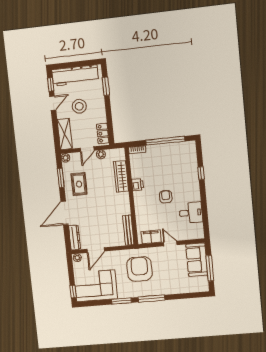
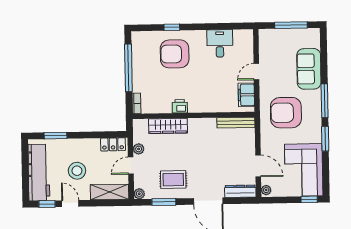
door: (87, 149) -> (131, 166), swing flipped
armchair: (166, 197) -> (175, 54), moved, width x1.88, depth x1.88
sofa: (197, 260) -> (309, 69), moved, turned 90

